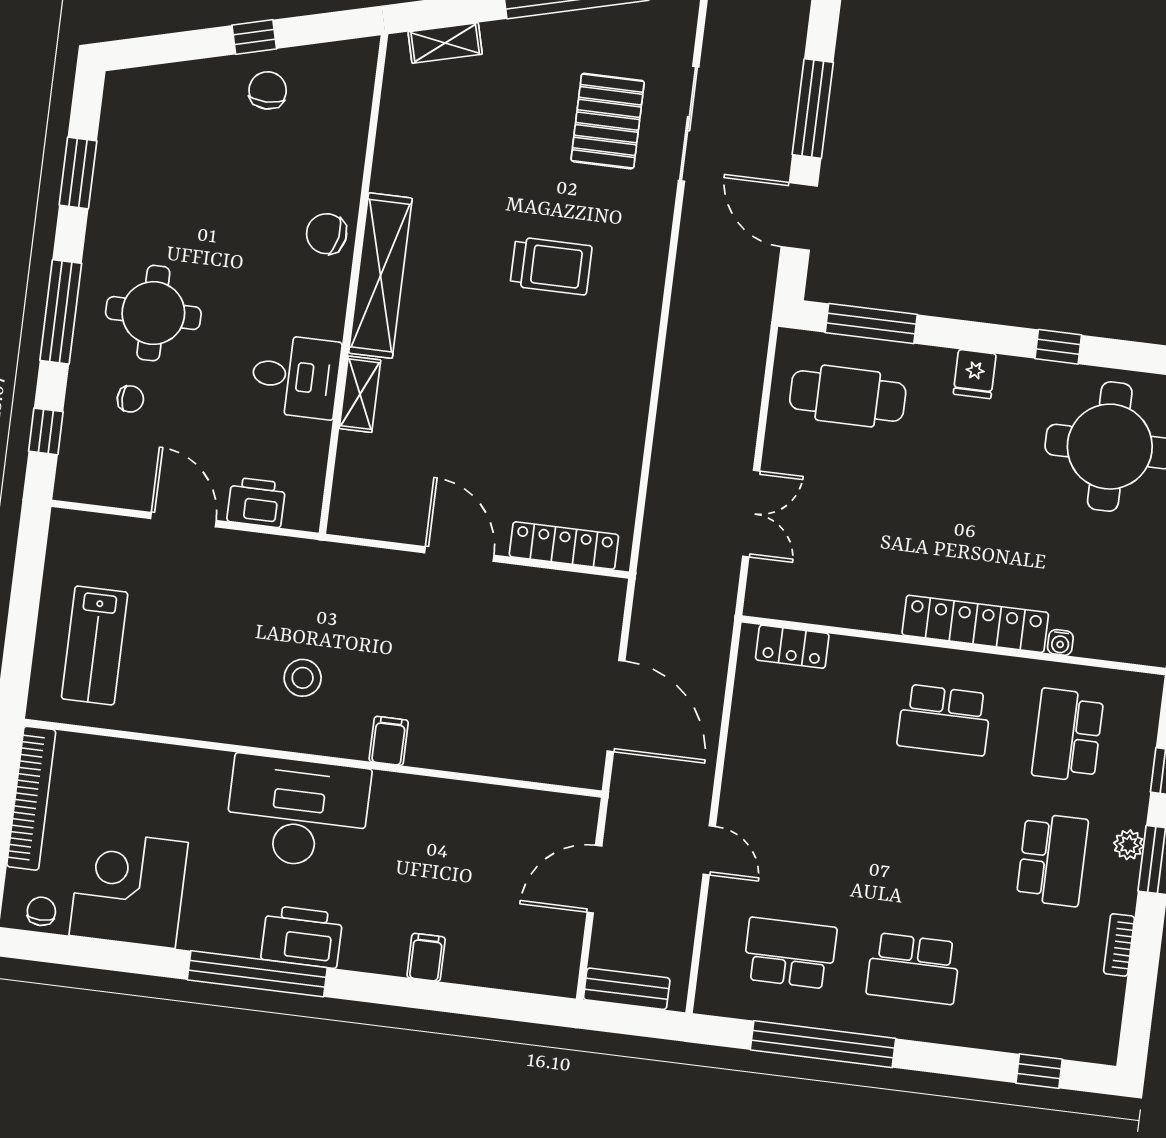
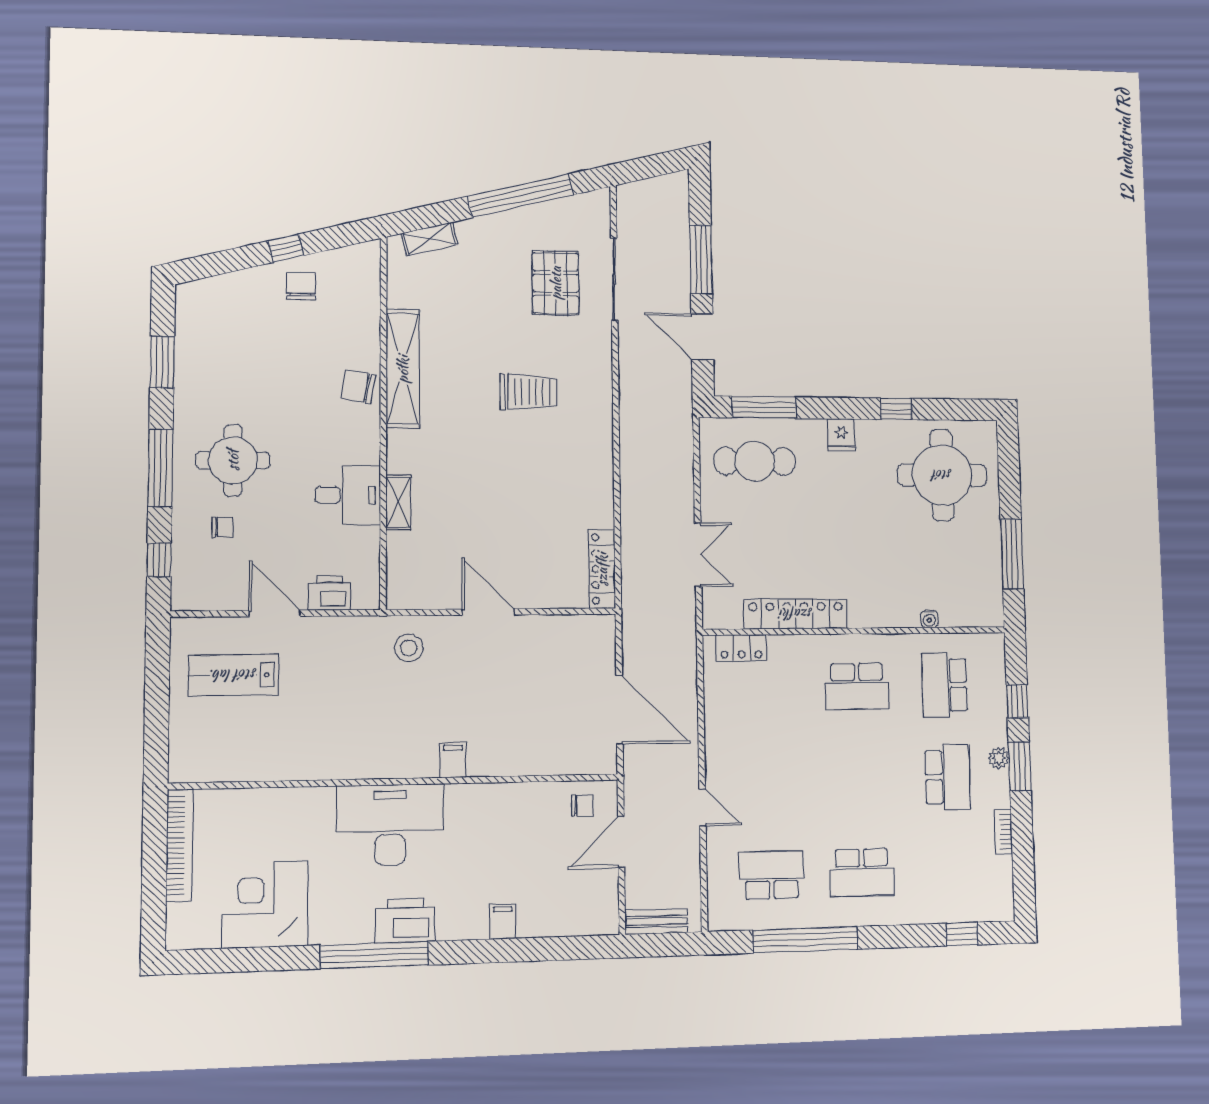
shelving: (380, 276) -> (403, 369), moved
locker: (564, 546) -> (602, 569), moved, turned -90
locker: (975, 624) -> (796, 614), moved
lab bench: (95, 646) -> (233, 675), moved, turned 90
stool: (303, 678) -> (409, 648), moved
chair: (41, 911) -> (582, 805), moved, turned 90

